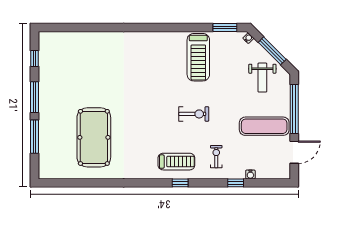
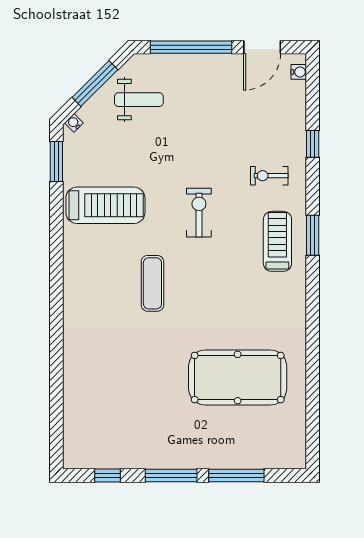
exercise mat: (264, 126) -> (152, 283), moved, width x0.73, depth x0.69
door: (294, 152) -> (262, 47), swing flipped
water cooler: (250, 174) -> (299, 72), moved
window: (180, 183) -> (313, 235), width x1.50

